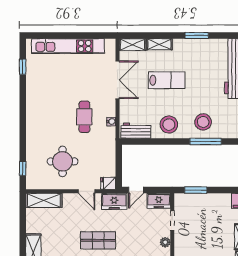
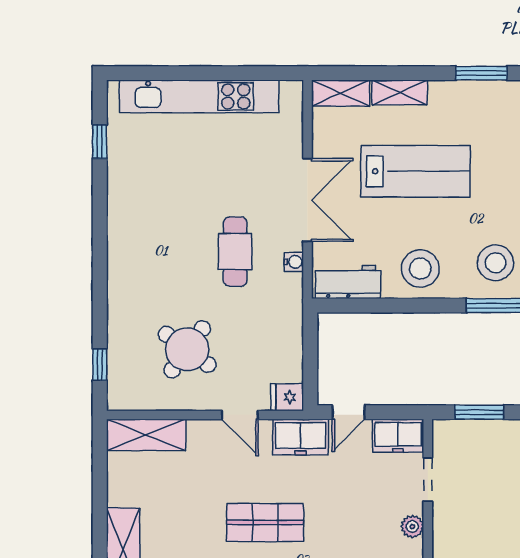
double door: (117, 80) -> (307, 200), moved
lab bench: (167, 80) -> (415, 171), width x1.36, depth x1.39
round table: (63, 161) -> (187, 349), turned 36

